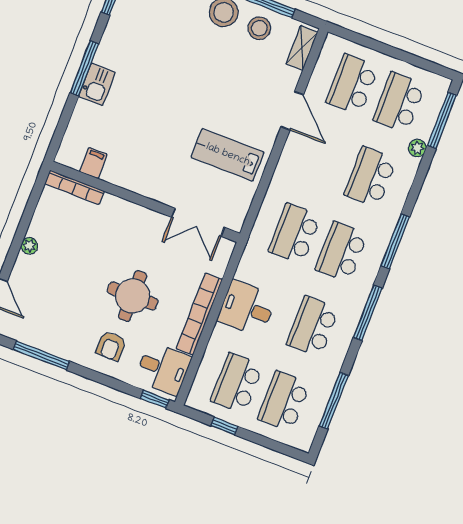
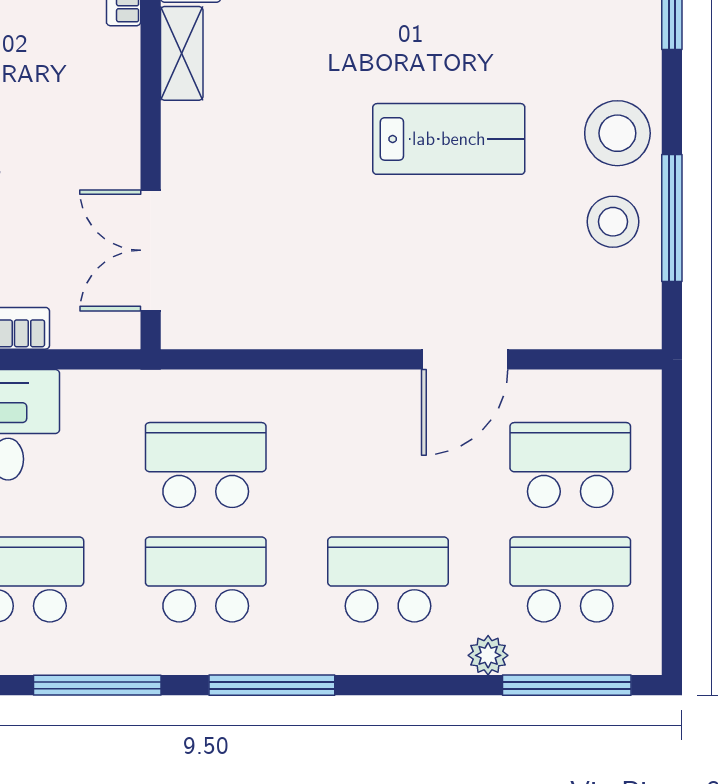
shelving: (302, 48) -> (182, 53), moved, turned 90
lab bench: (228, 155) -> (449, 139), moved, turned 90

